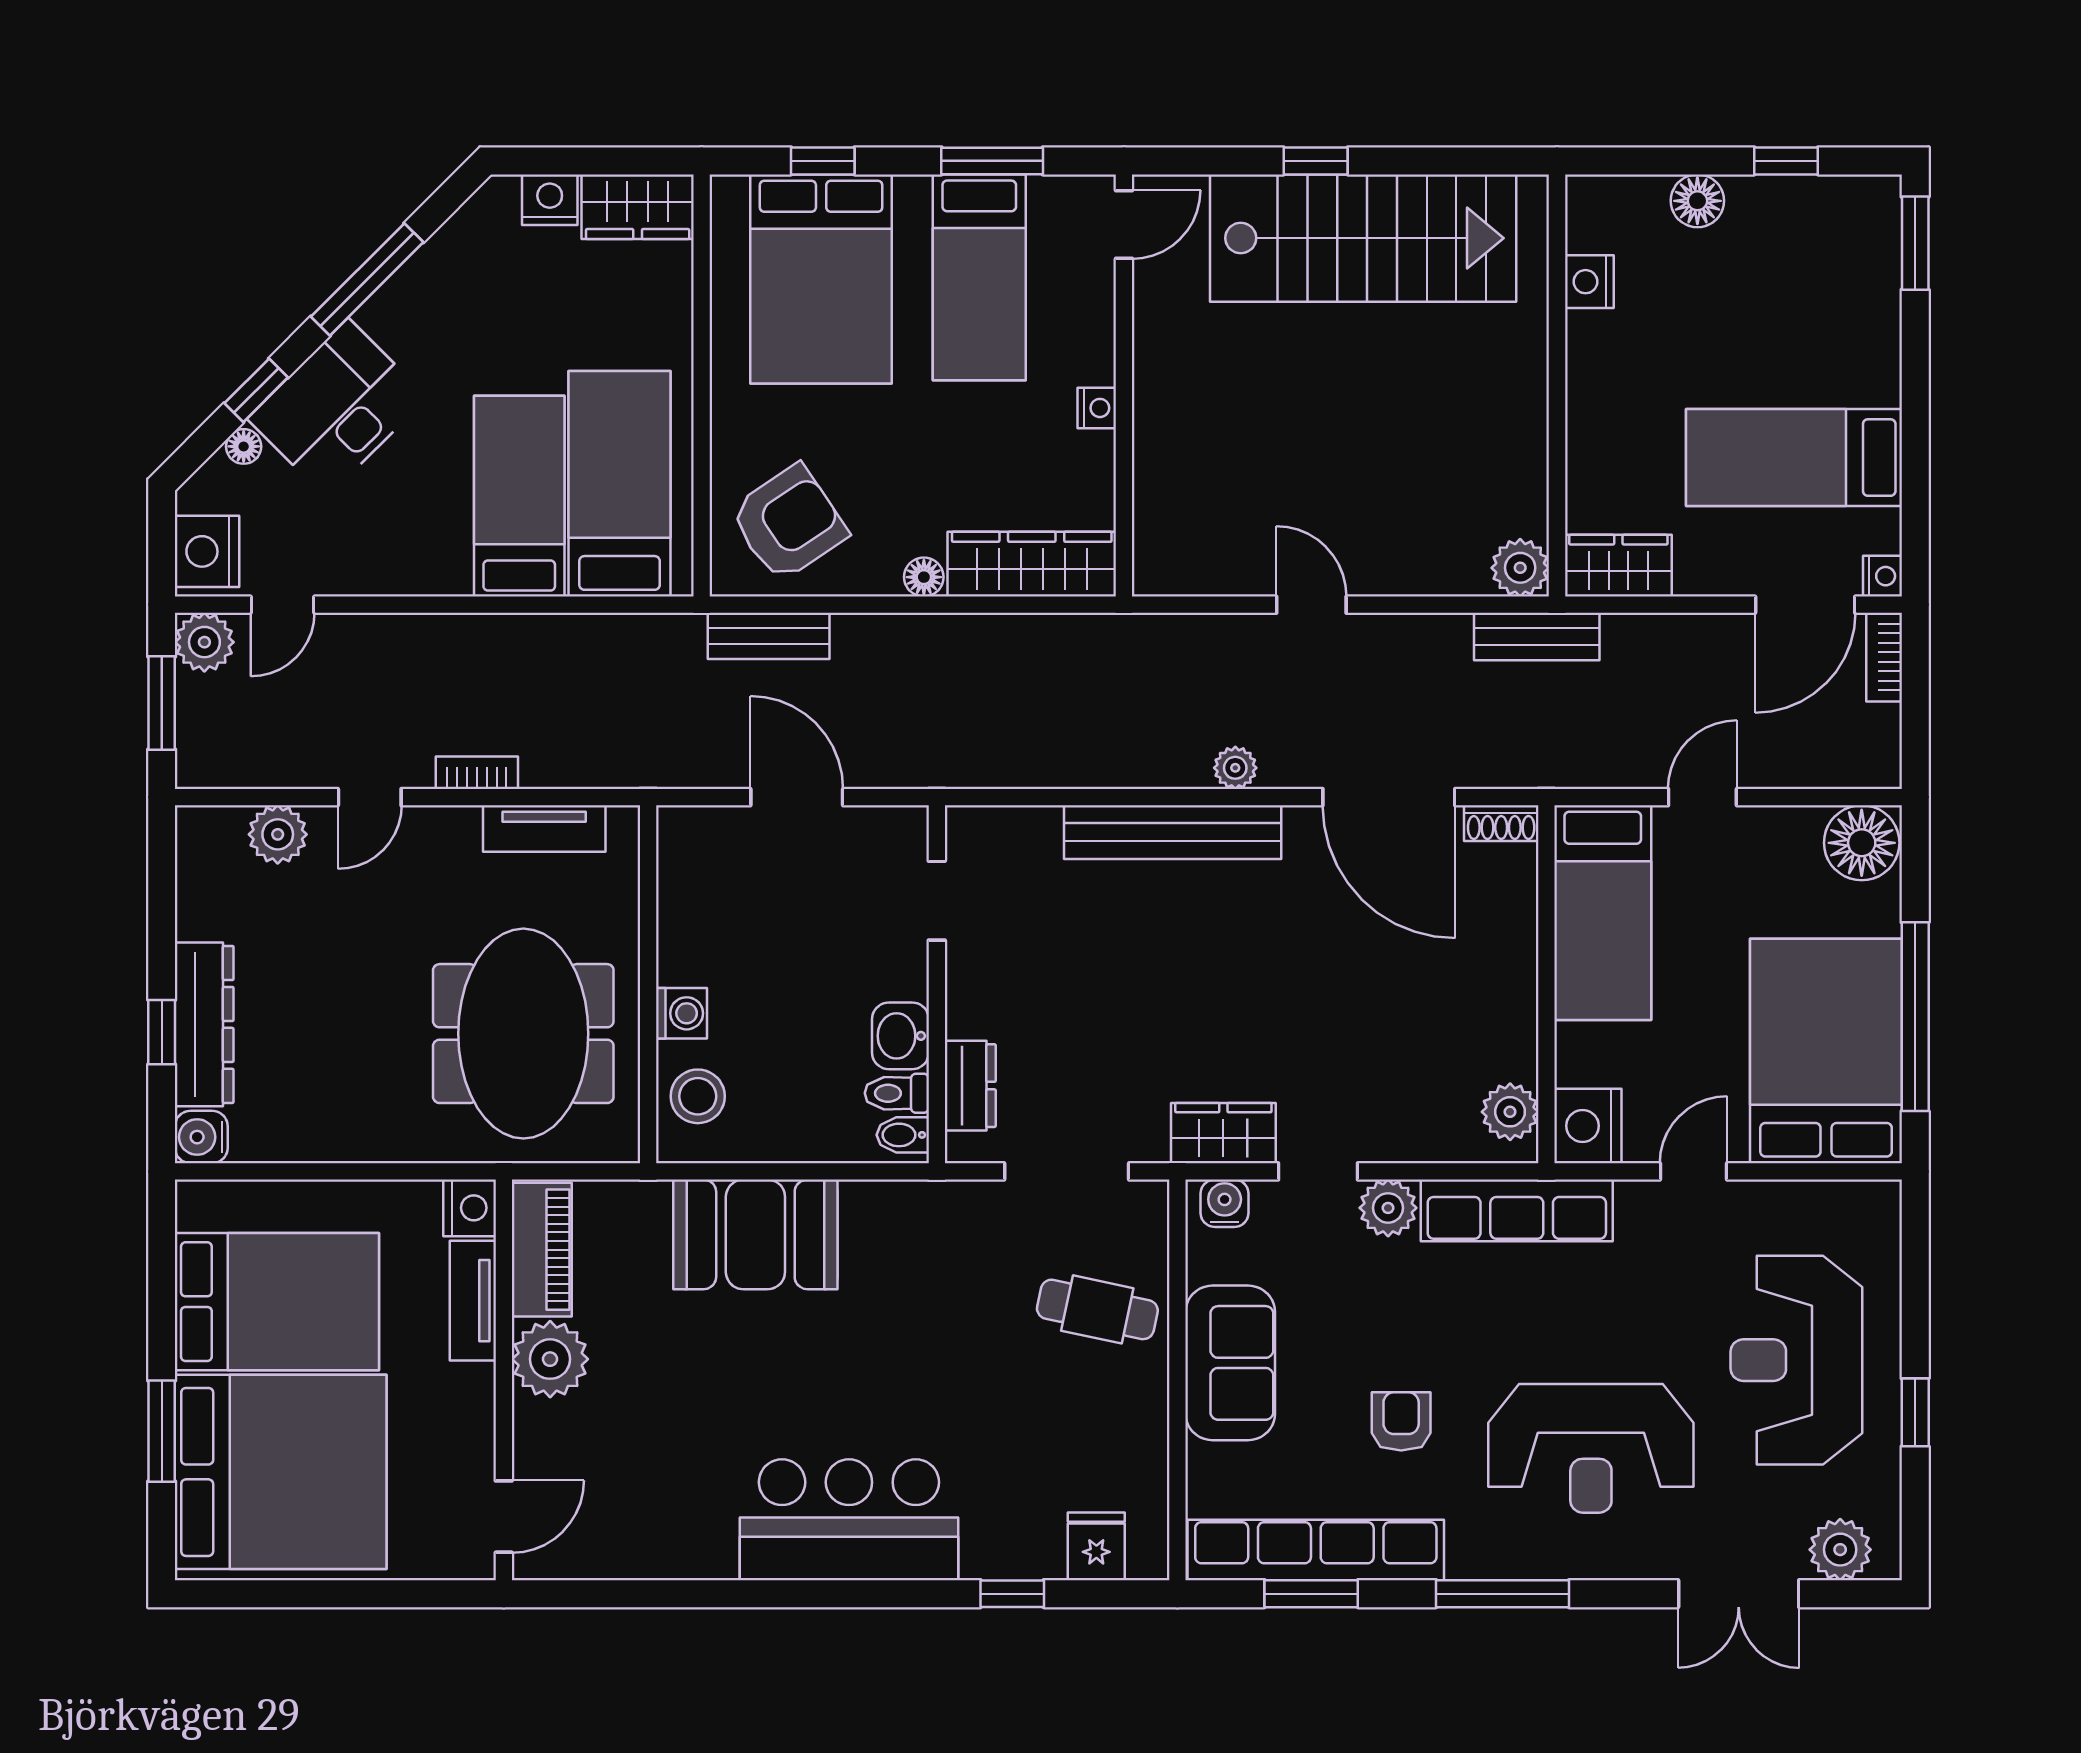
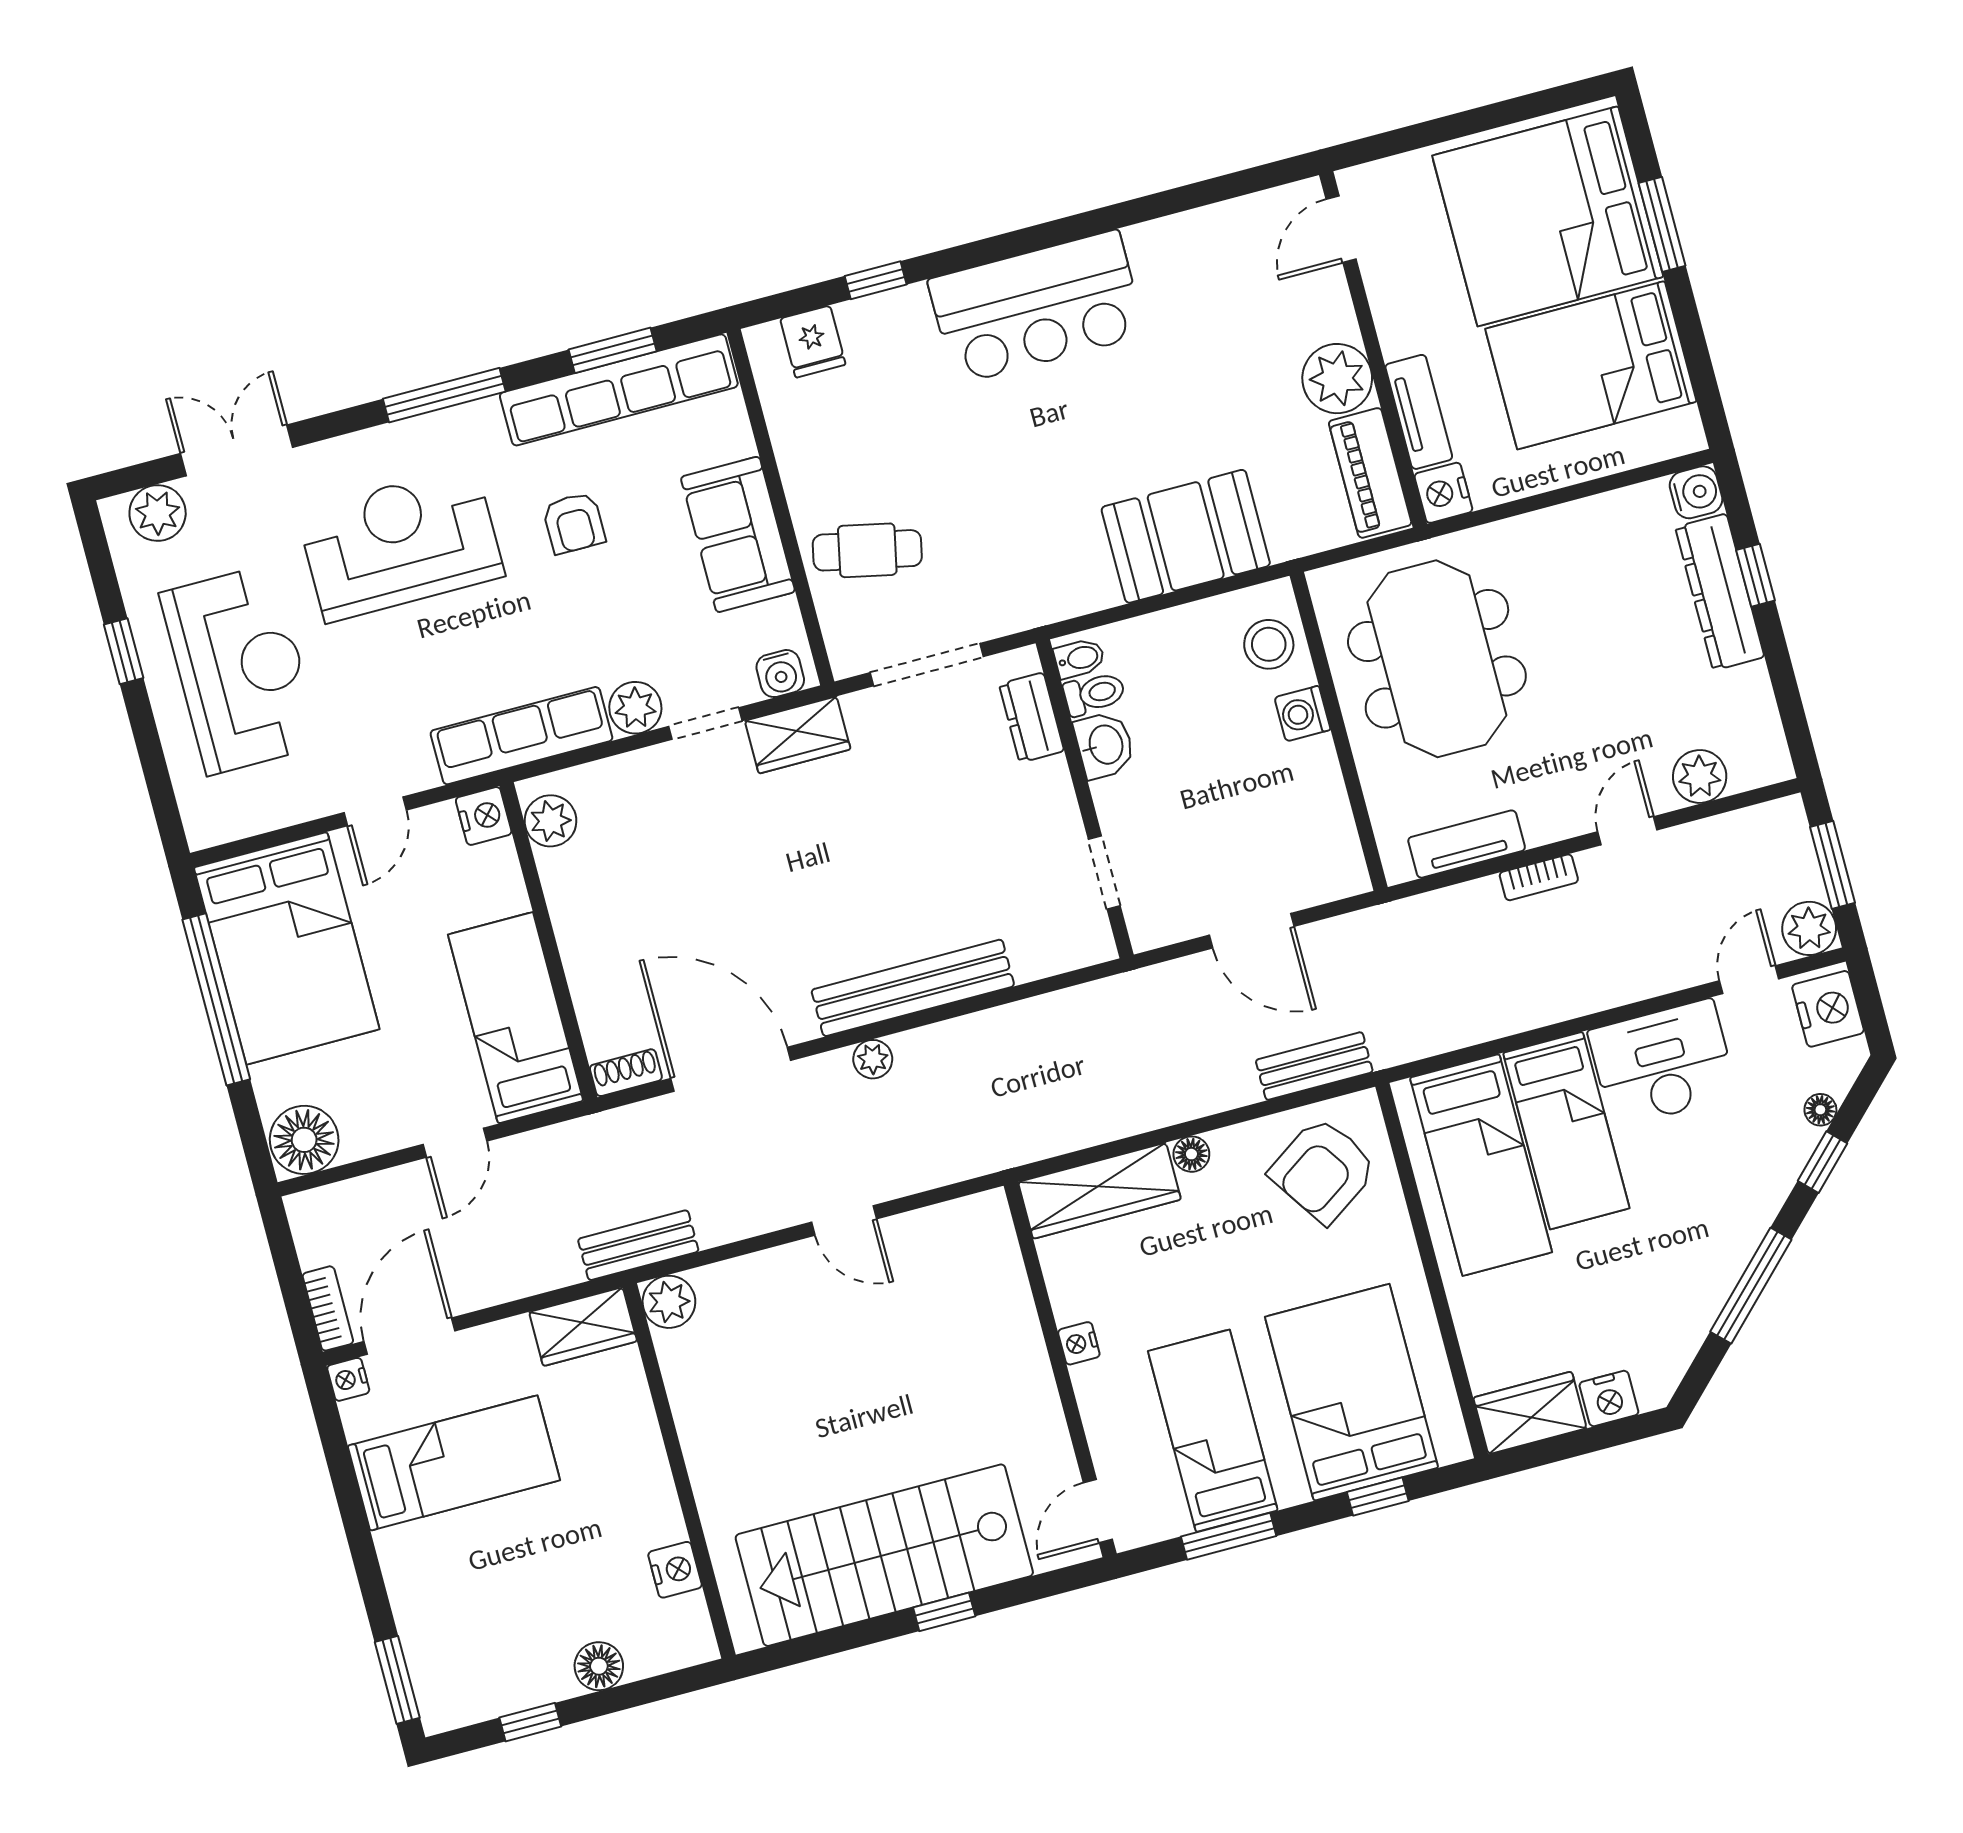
desk: (337, 408) -> (1663, 1063), moved, turned -135
nightstand: (1588, 1126) -> (484, 816), width x0.74, depth x0.75

